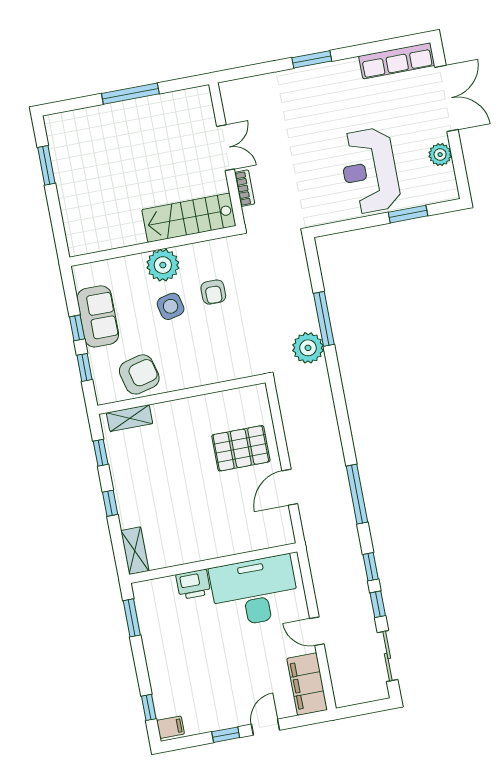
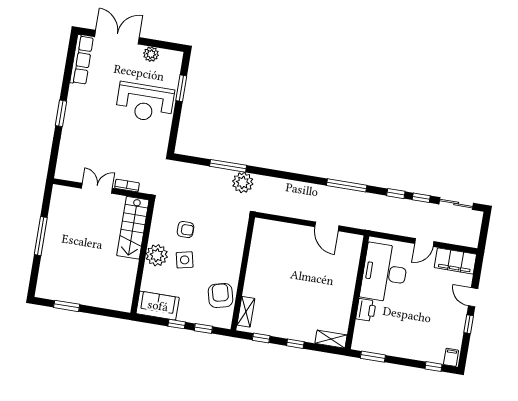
sofa: (98, 316) -> (158, 306), moved
pallet: (241, 448) -> (291, 248), removed

